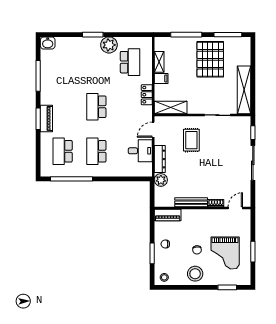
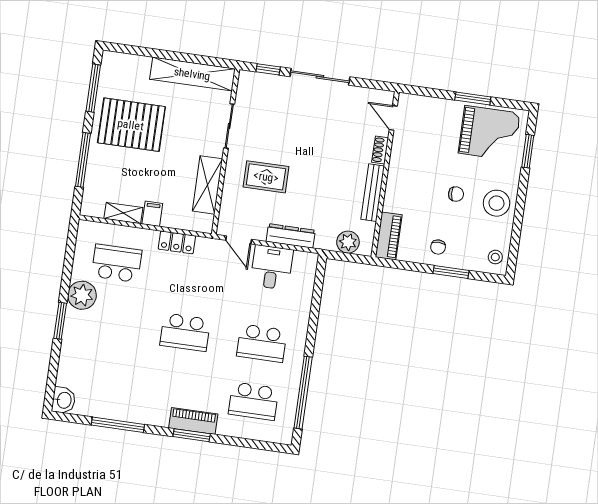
shelving: (171, 107) -> (207, 185), moved
plant: (161, 180) -> (348, 242), moved
grand piano: (225, 253) -> (489, 133), moved

